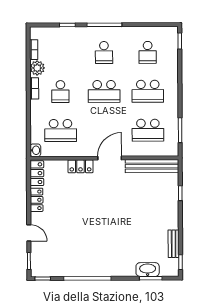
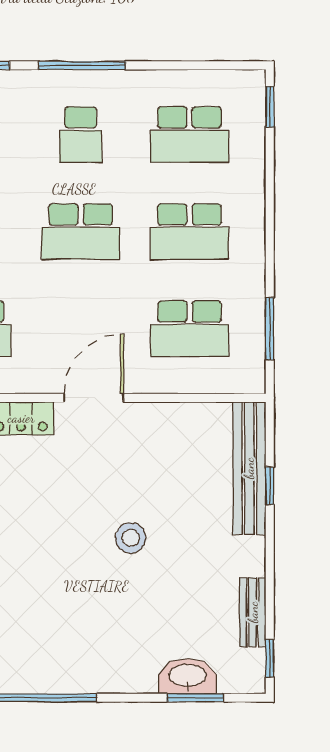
school desk: (148, 52) -> (190, 135), width x1.85
bench: (152, 166) -> (249, 468), moved, turned 90
stool: (125, 214) -> (131, 538), added

